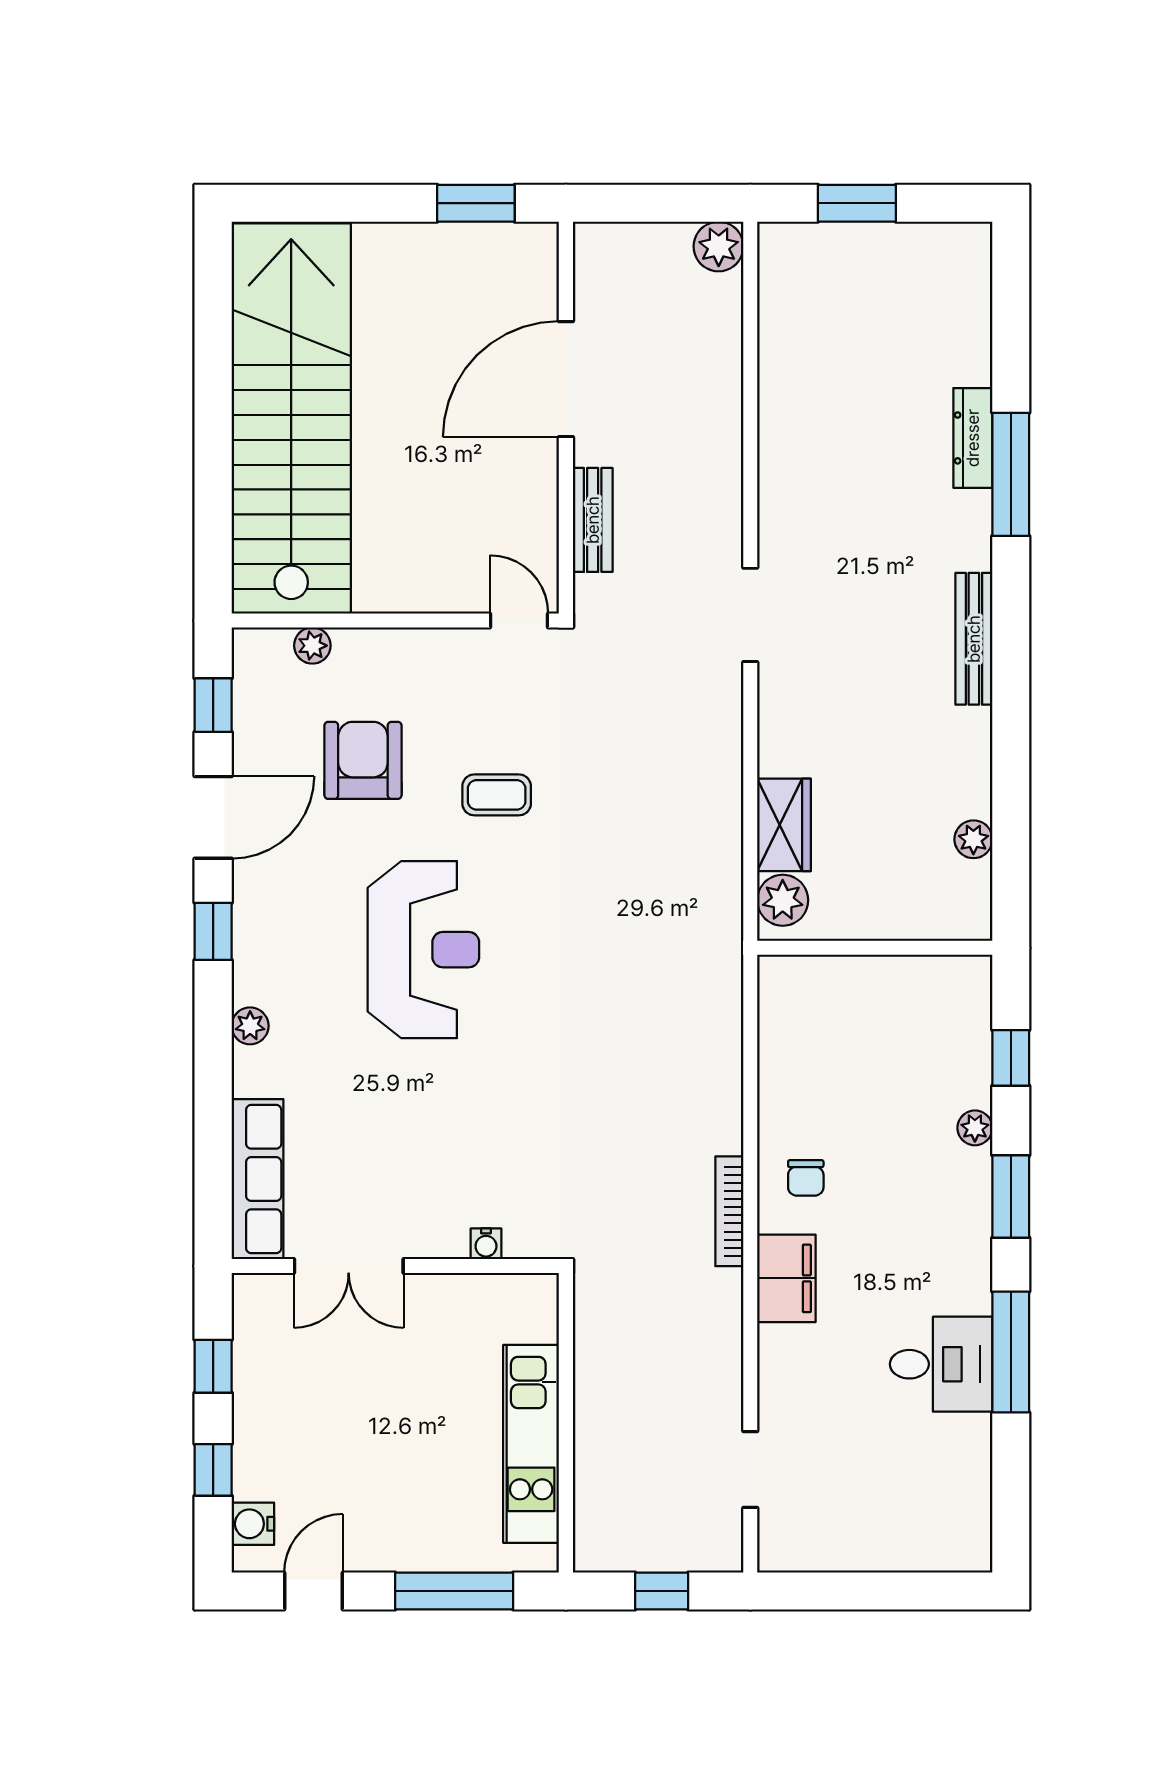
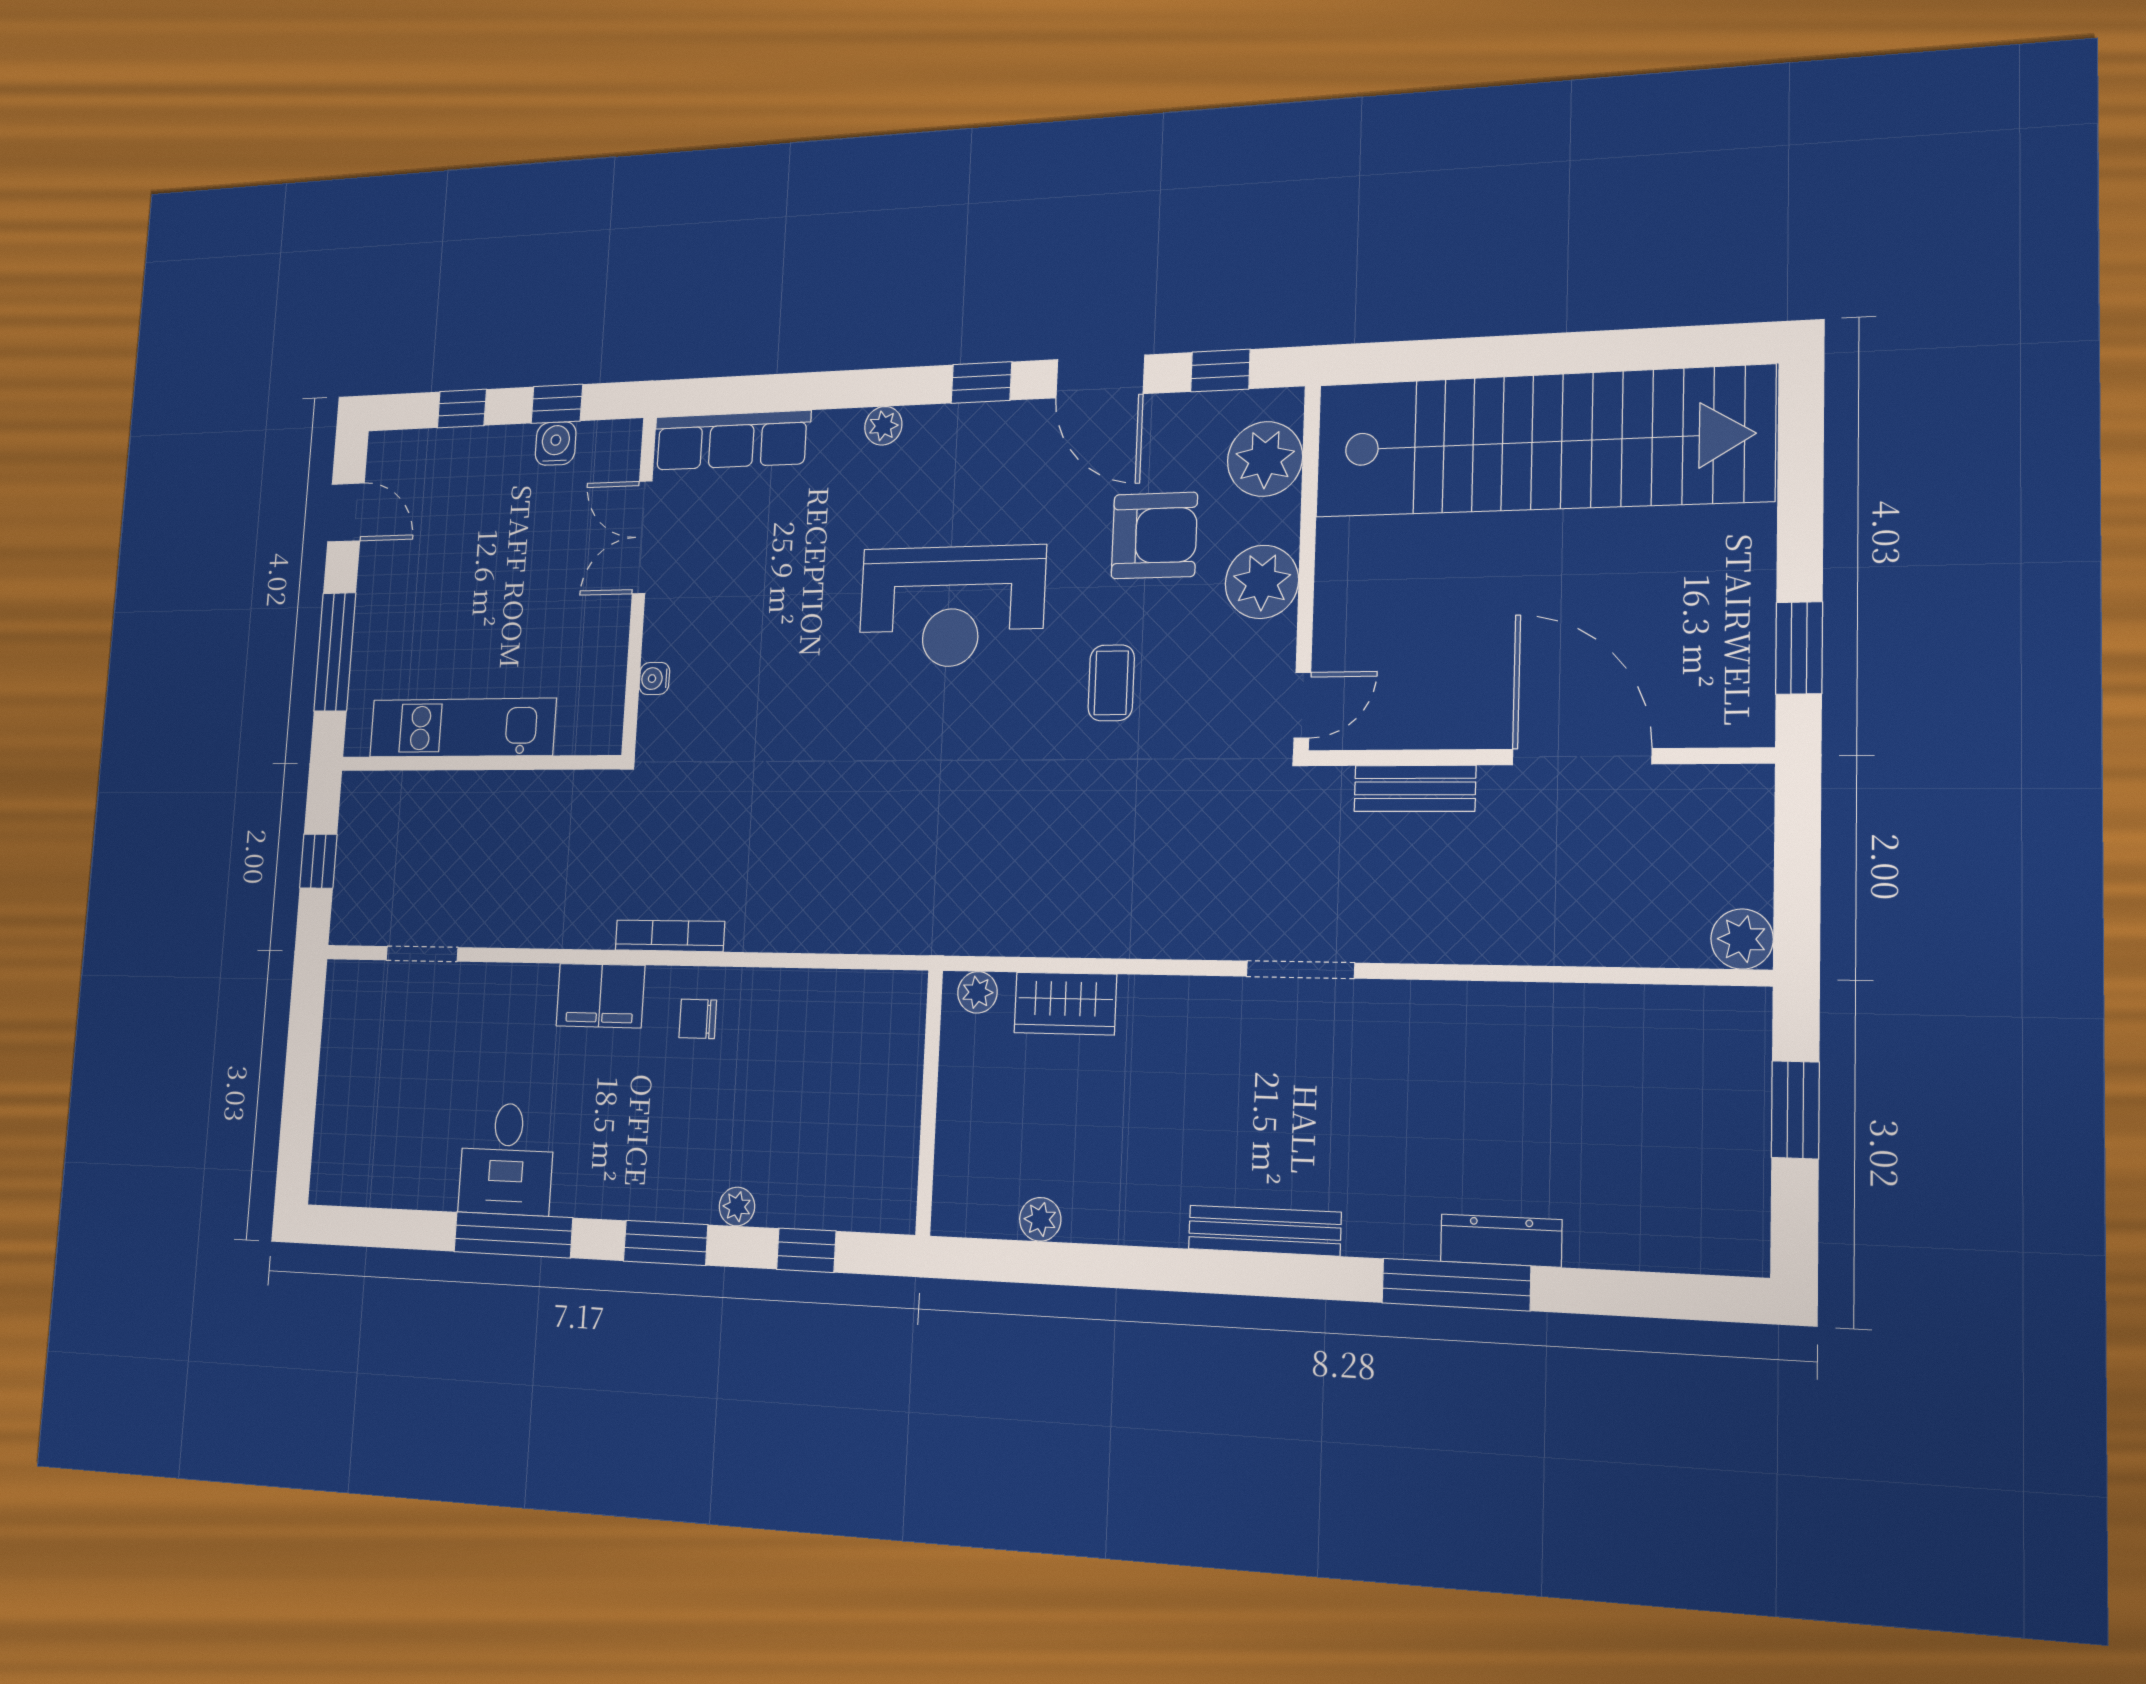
plant: (312, 646) -> (1265, 459), width x1.87, depth x1.87
plant: (408, 660) -> (1262, 582), added
plant: (783, 900) -> (977, 992), width x0.73, depth x0.73
water cooler: (253, 1524) -> (556, 444), moved

